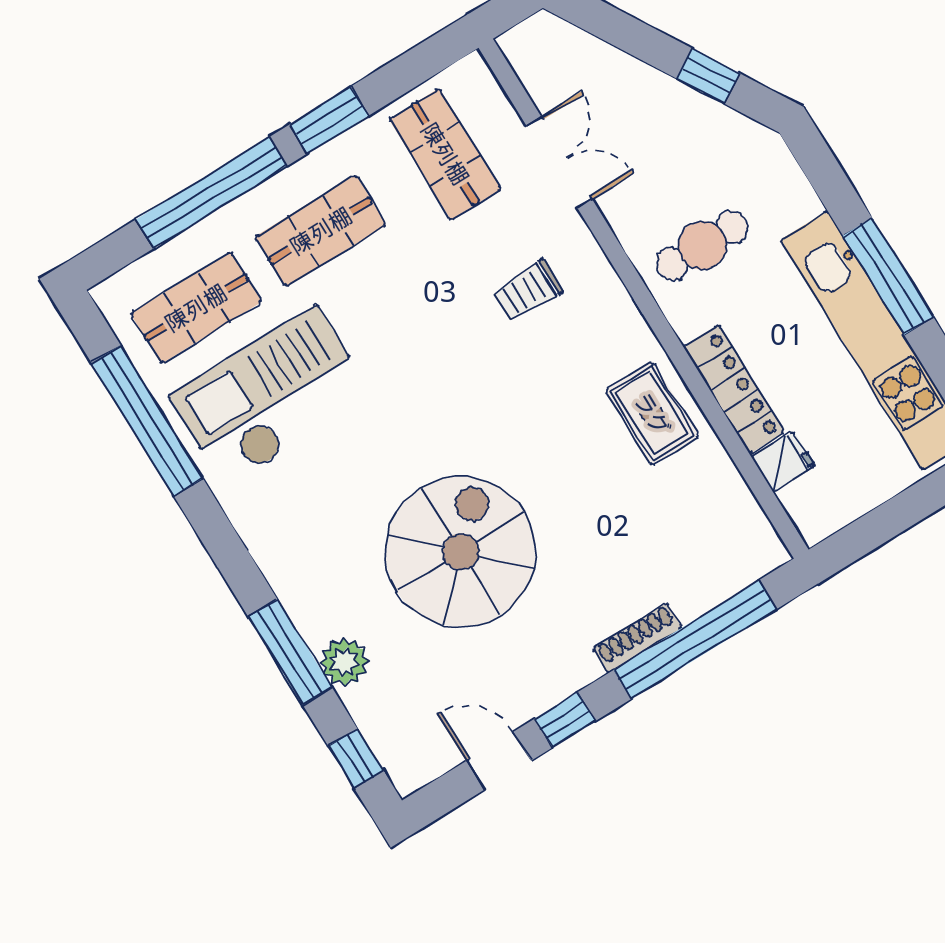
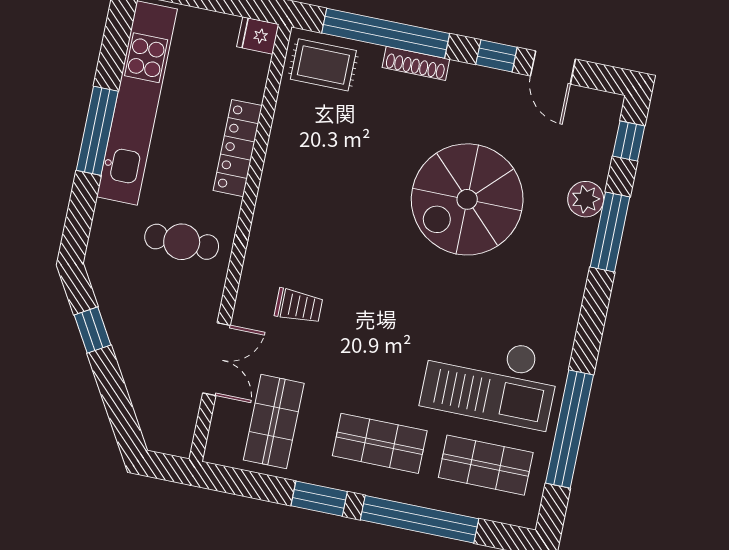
double door: (559, 162) -> (217, 359), swing flipped
rug: (652, 414) -> (323, 65), moved, turned 90
fridge: (783, 462) -> (258, 35), moved

